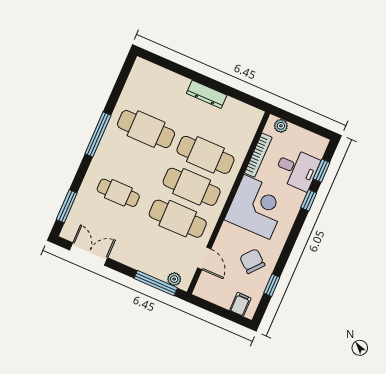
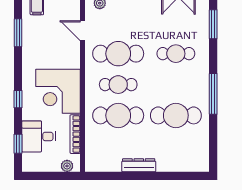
cafe table: (192, 187) -> (118, 85), width x0.73, depth x0.74
window: (309, 200) -> (18, 99), moved
chair: (252, 261) -> (42, 45), removed
window: (272, 285) -> (18, 33), width x1.50

